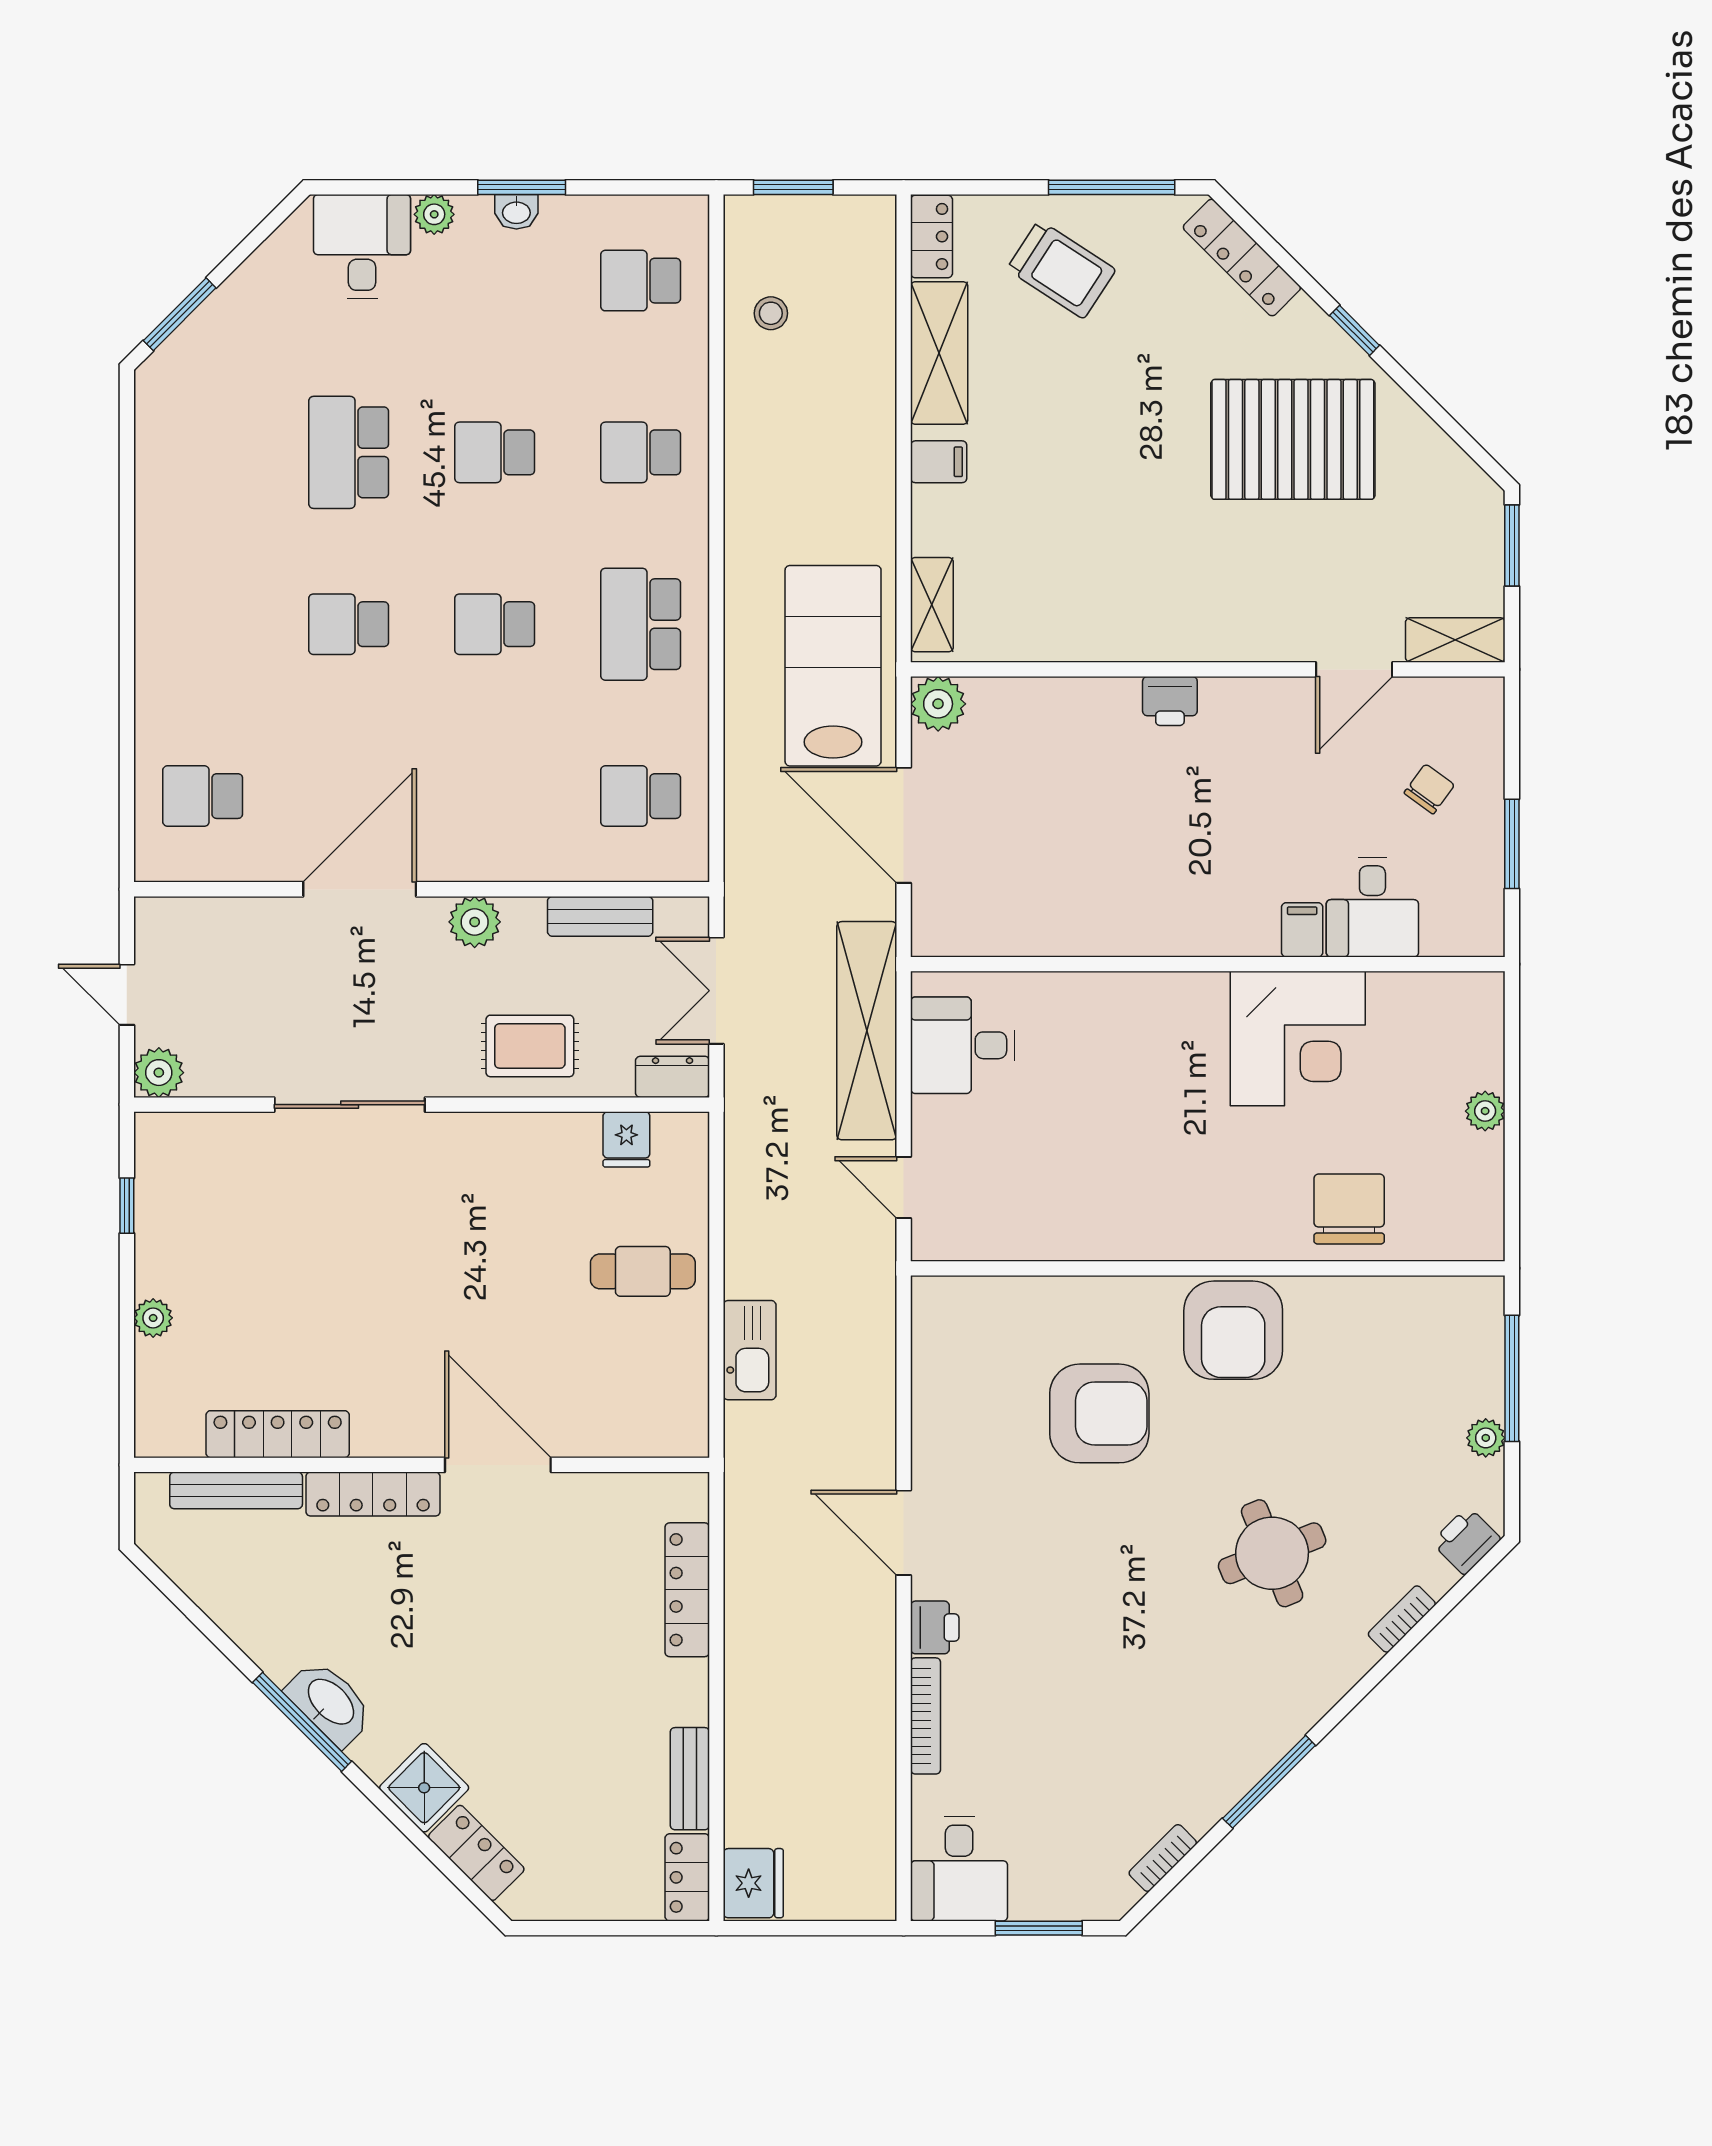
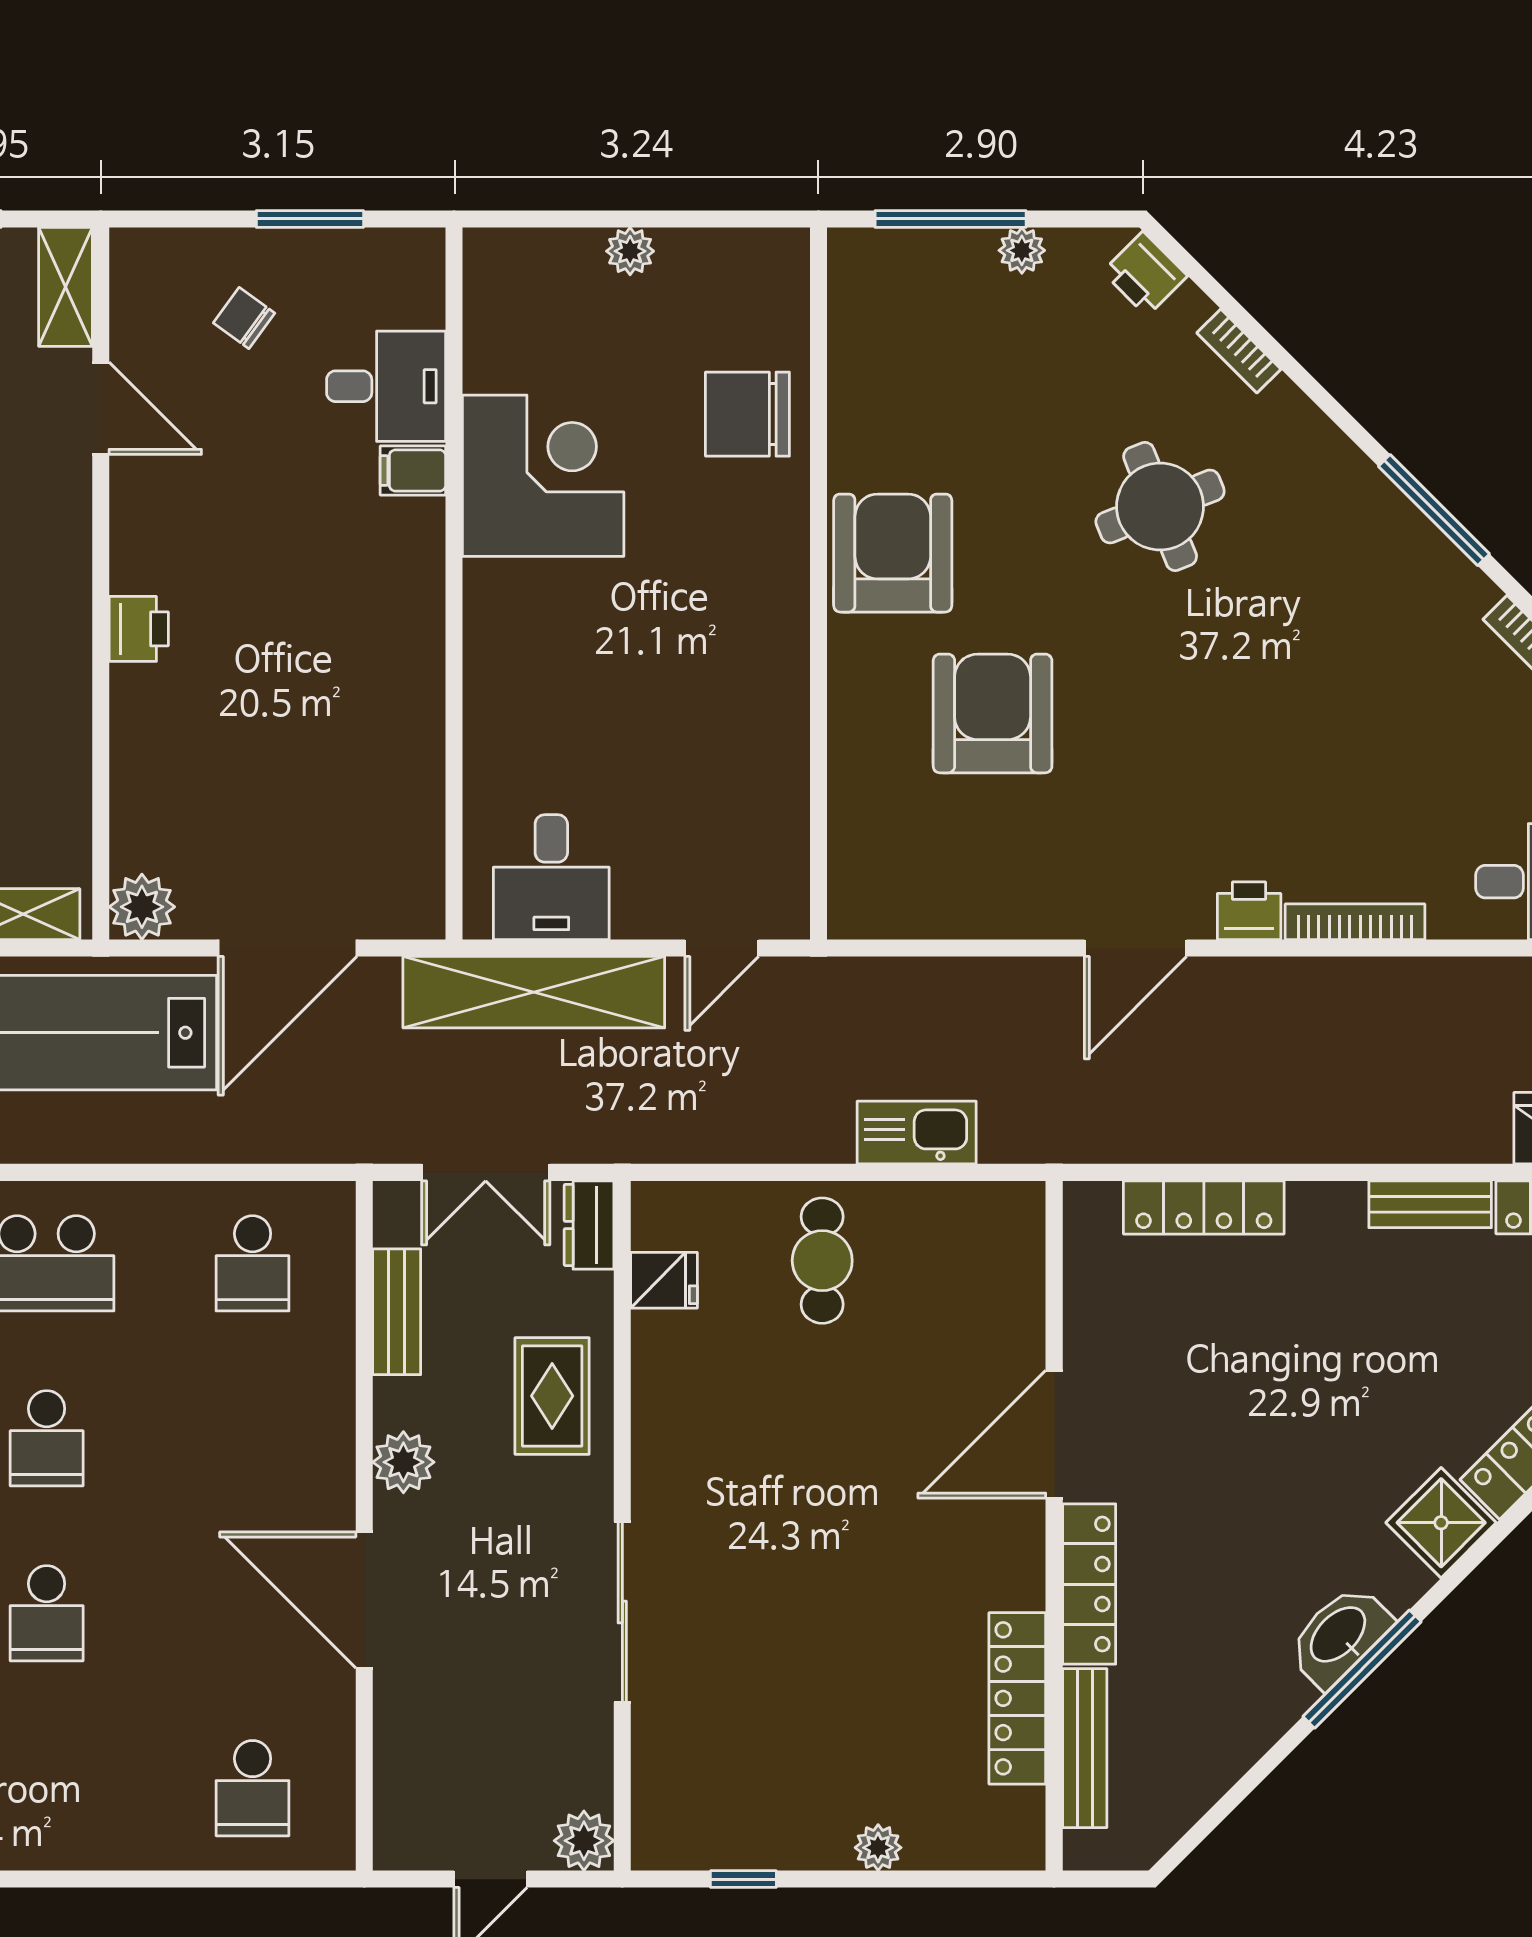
armchair: (1233, 1330) -> (893, 553), turned -90

